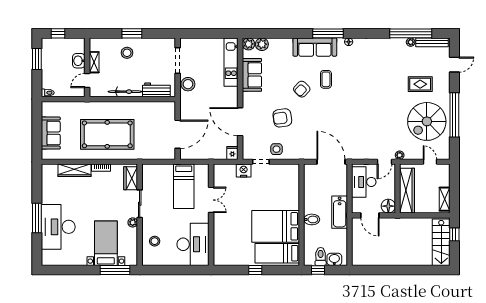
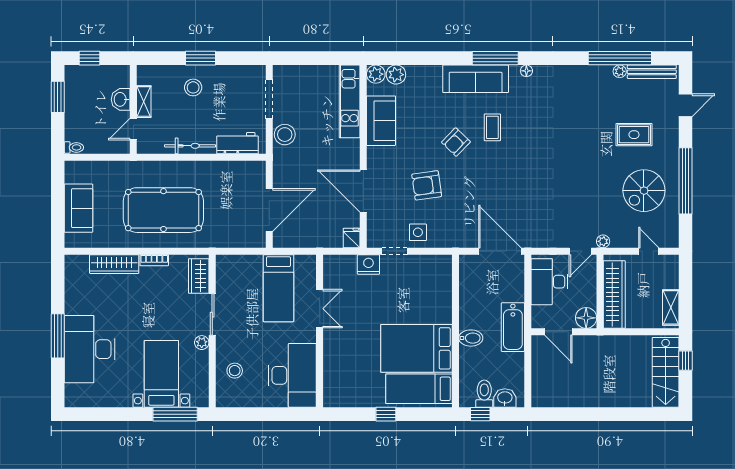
spiral stairs: (427, 121) -> (644, 191), width x0.73, depth x0.73

